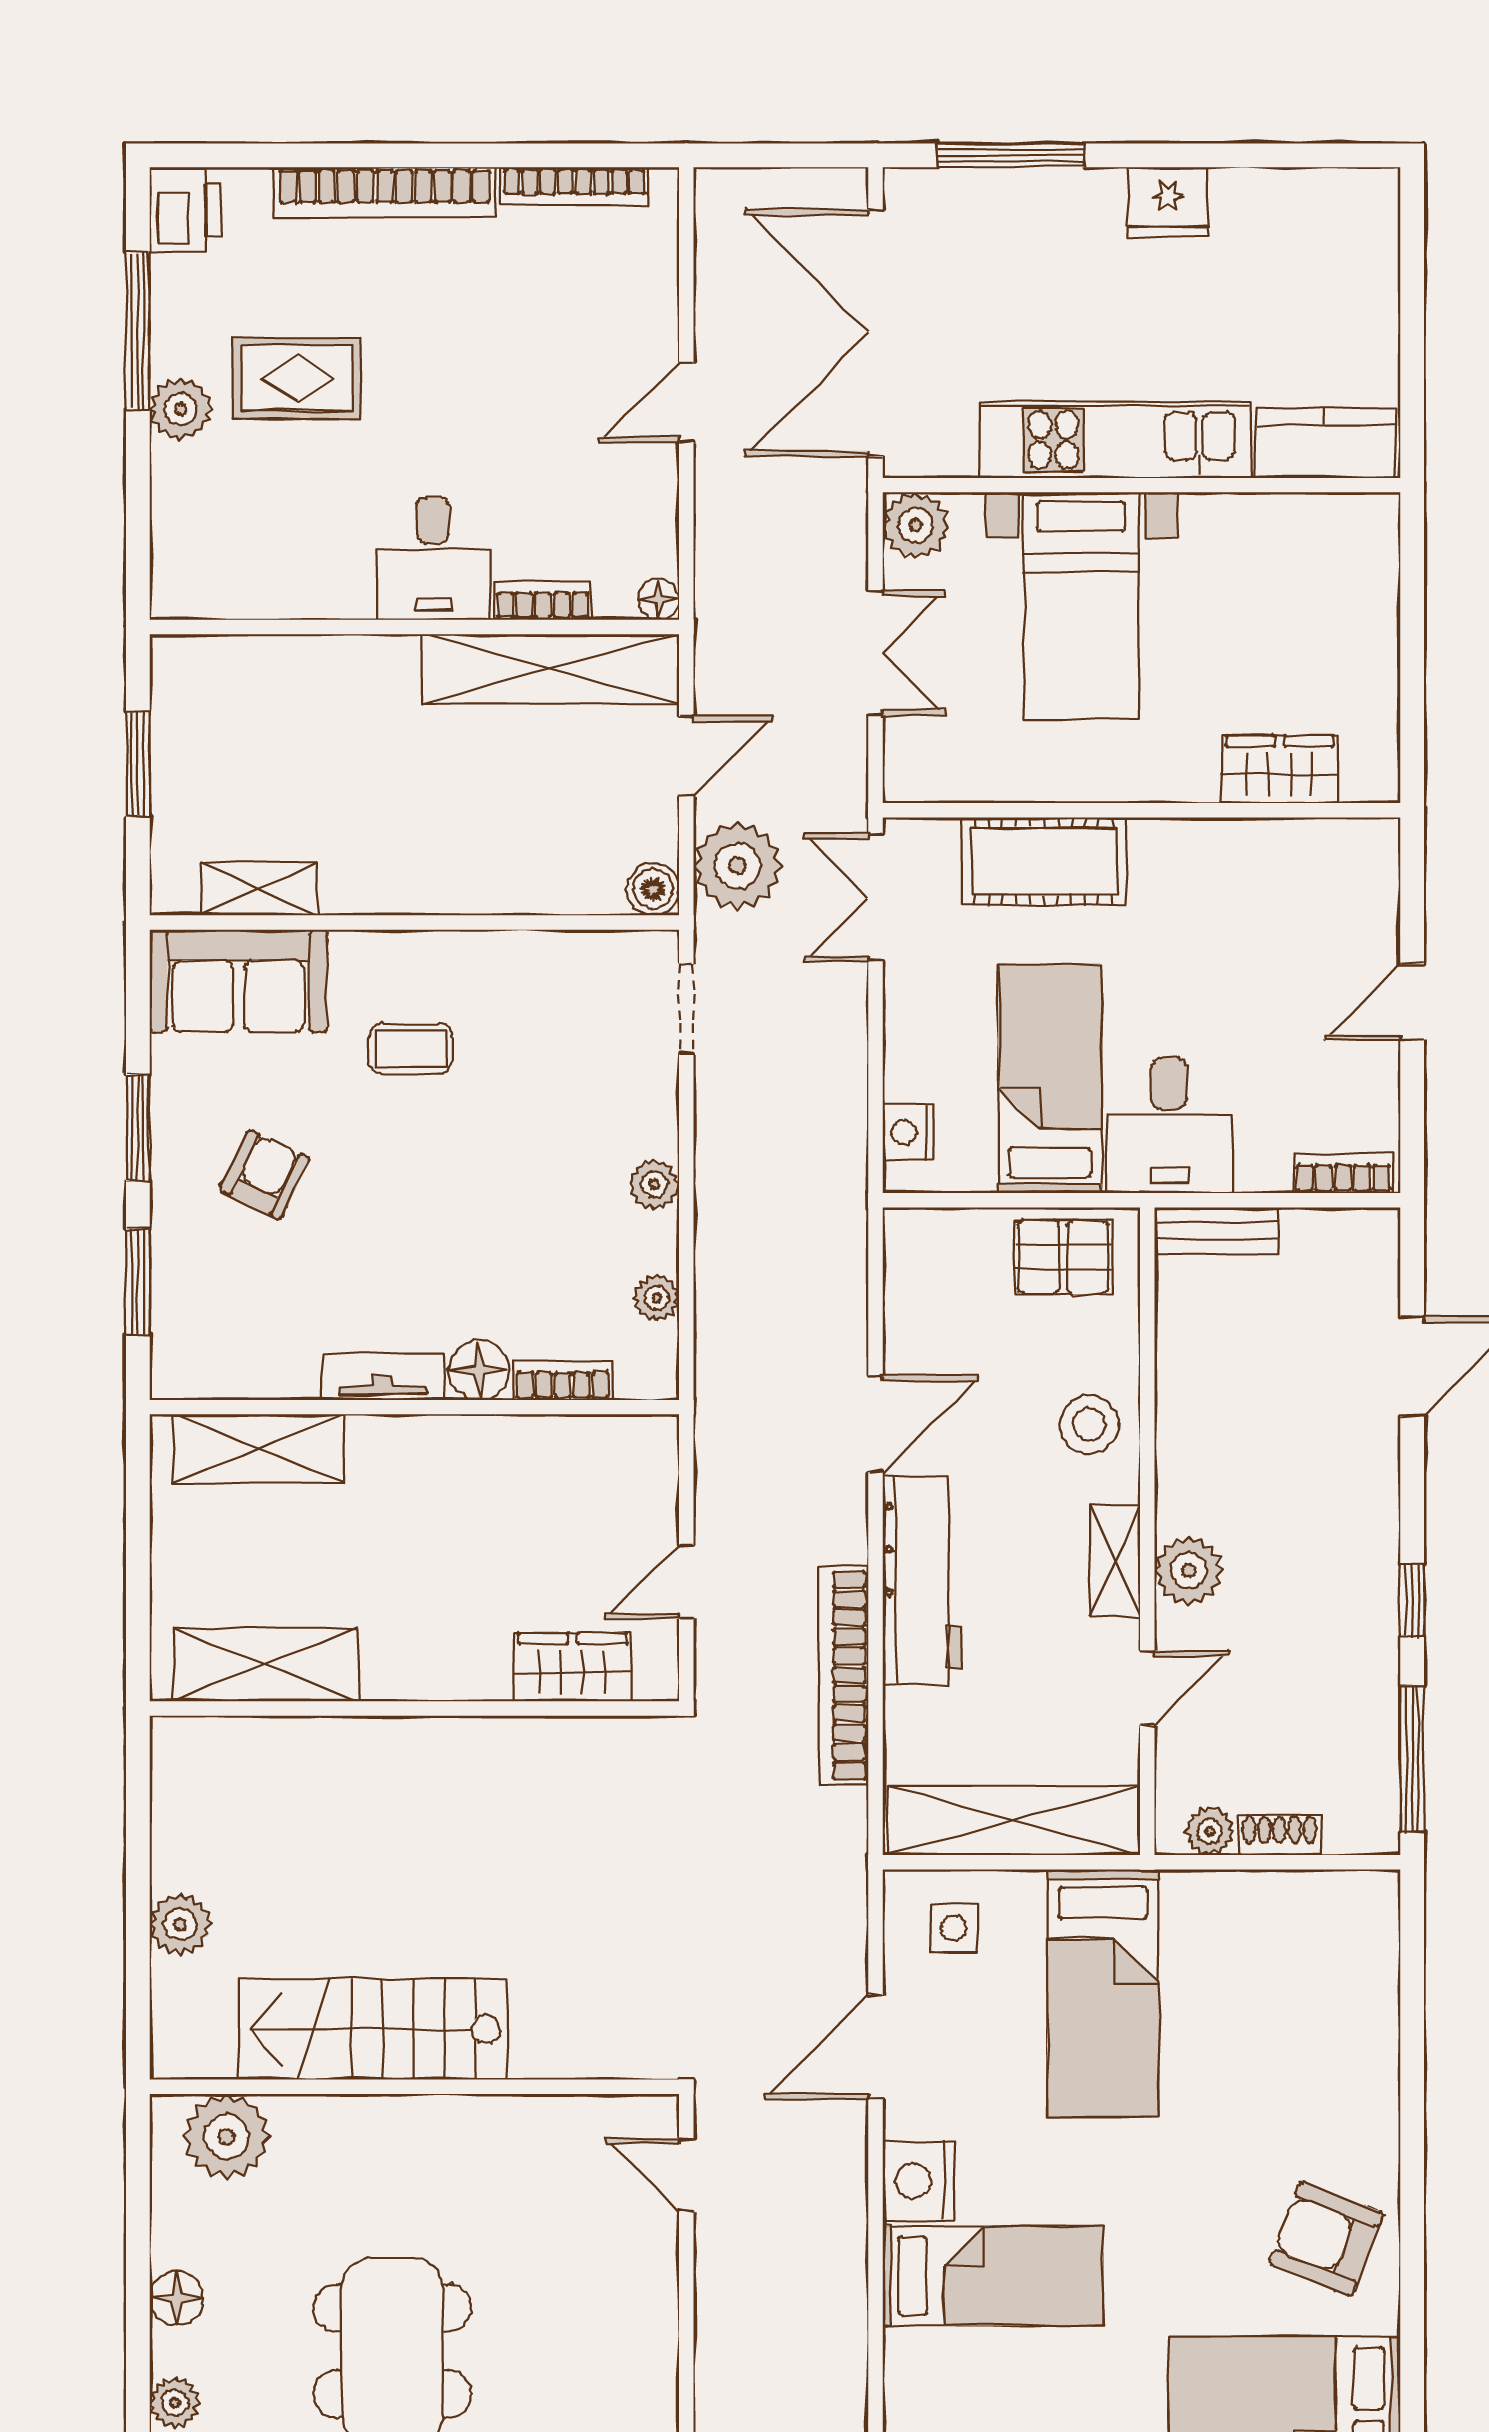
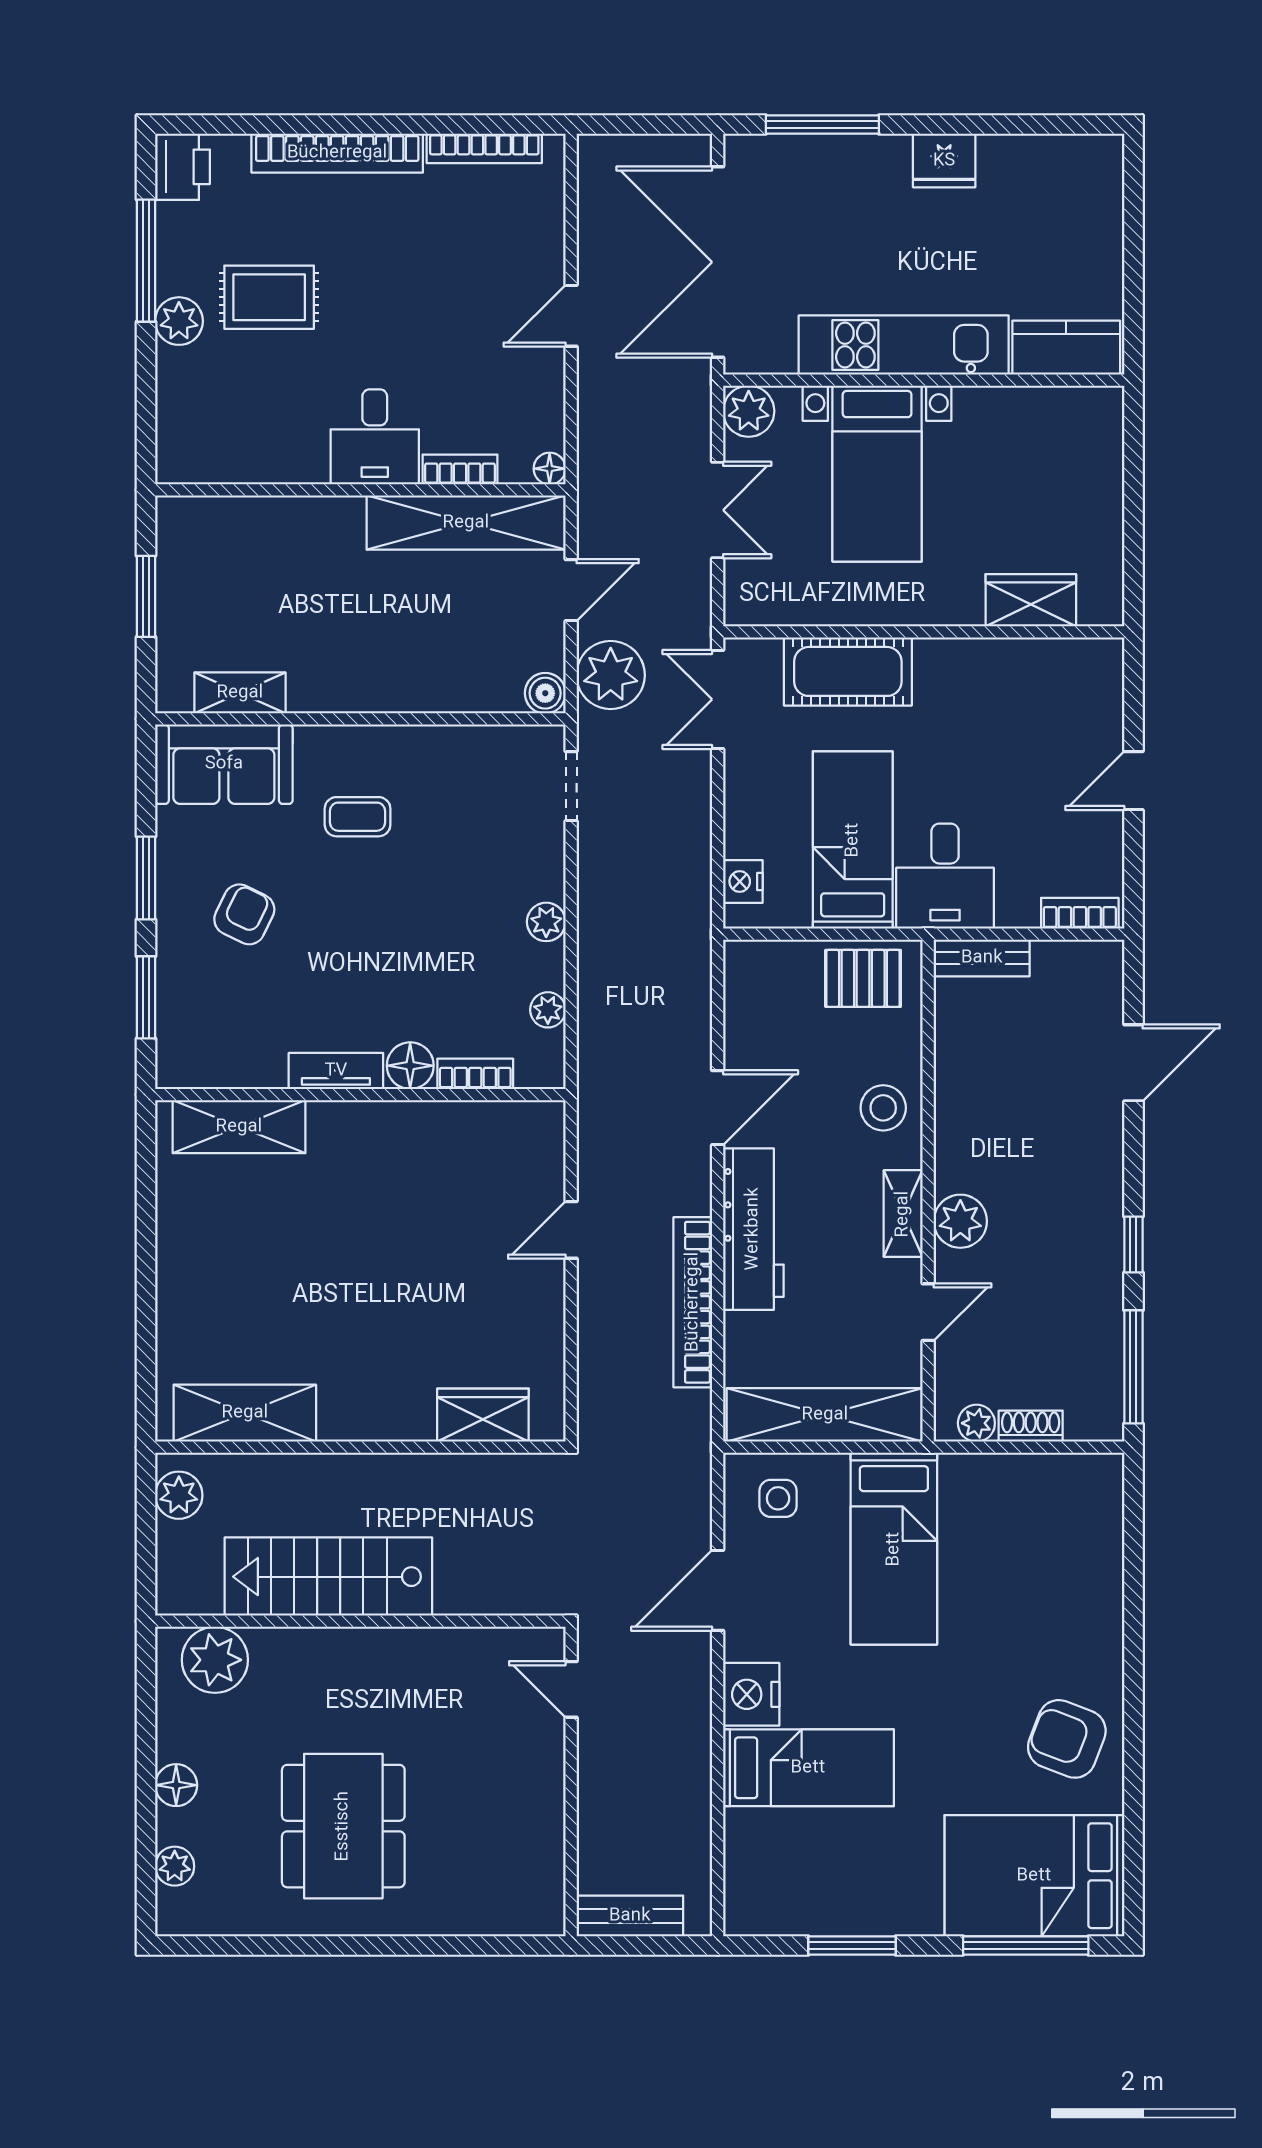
shelving: (265, 1665) -> (245, 1413), moved
wardrobe: (573, 1667) -> (483, 1415), moved
wall: (414, 1709) -> (360, 1447), moved

